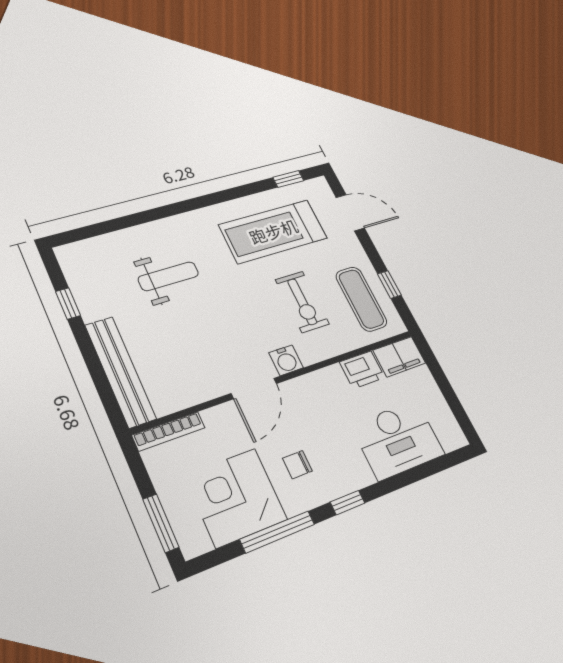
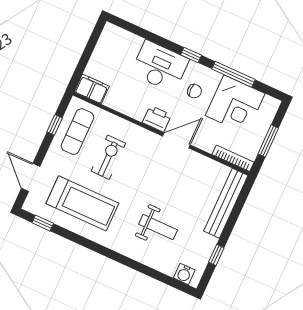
weight bench: (168, 276) -> (158, 227), turned 180
water cooler: (286, 360) -> (184, 274), moved, turned 180
printer: (362, 370) -> (157, 119), moved
desk: (398, 440) -> (160, 66), moved
window: (161, 523) -> (268, 141), moved

